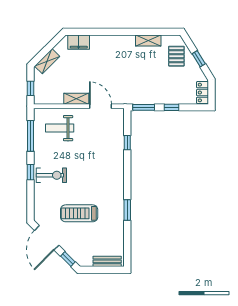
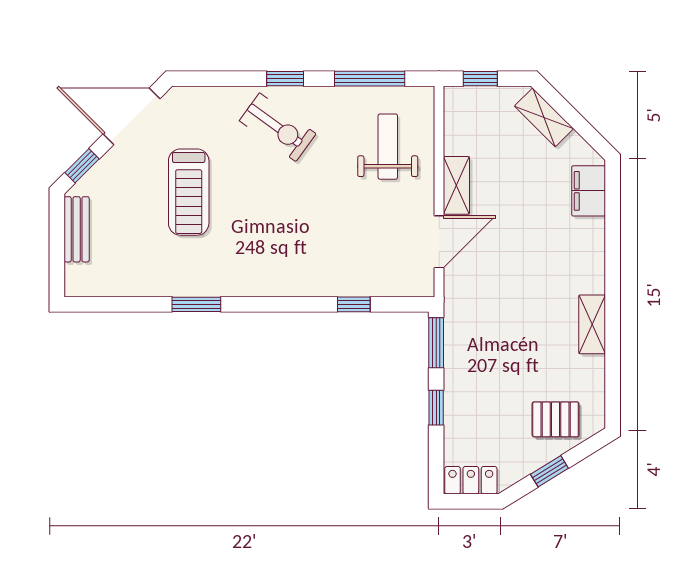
shelving: (148, 41) -> (592, 324), moved
exercise bike: (51, 175) -> (278, 127), turned -54
treadmill: (79, 213) -> (189, 192), turned 180
bench: (107, 261) -> (77, 229), moved

